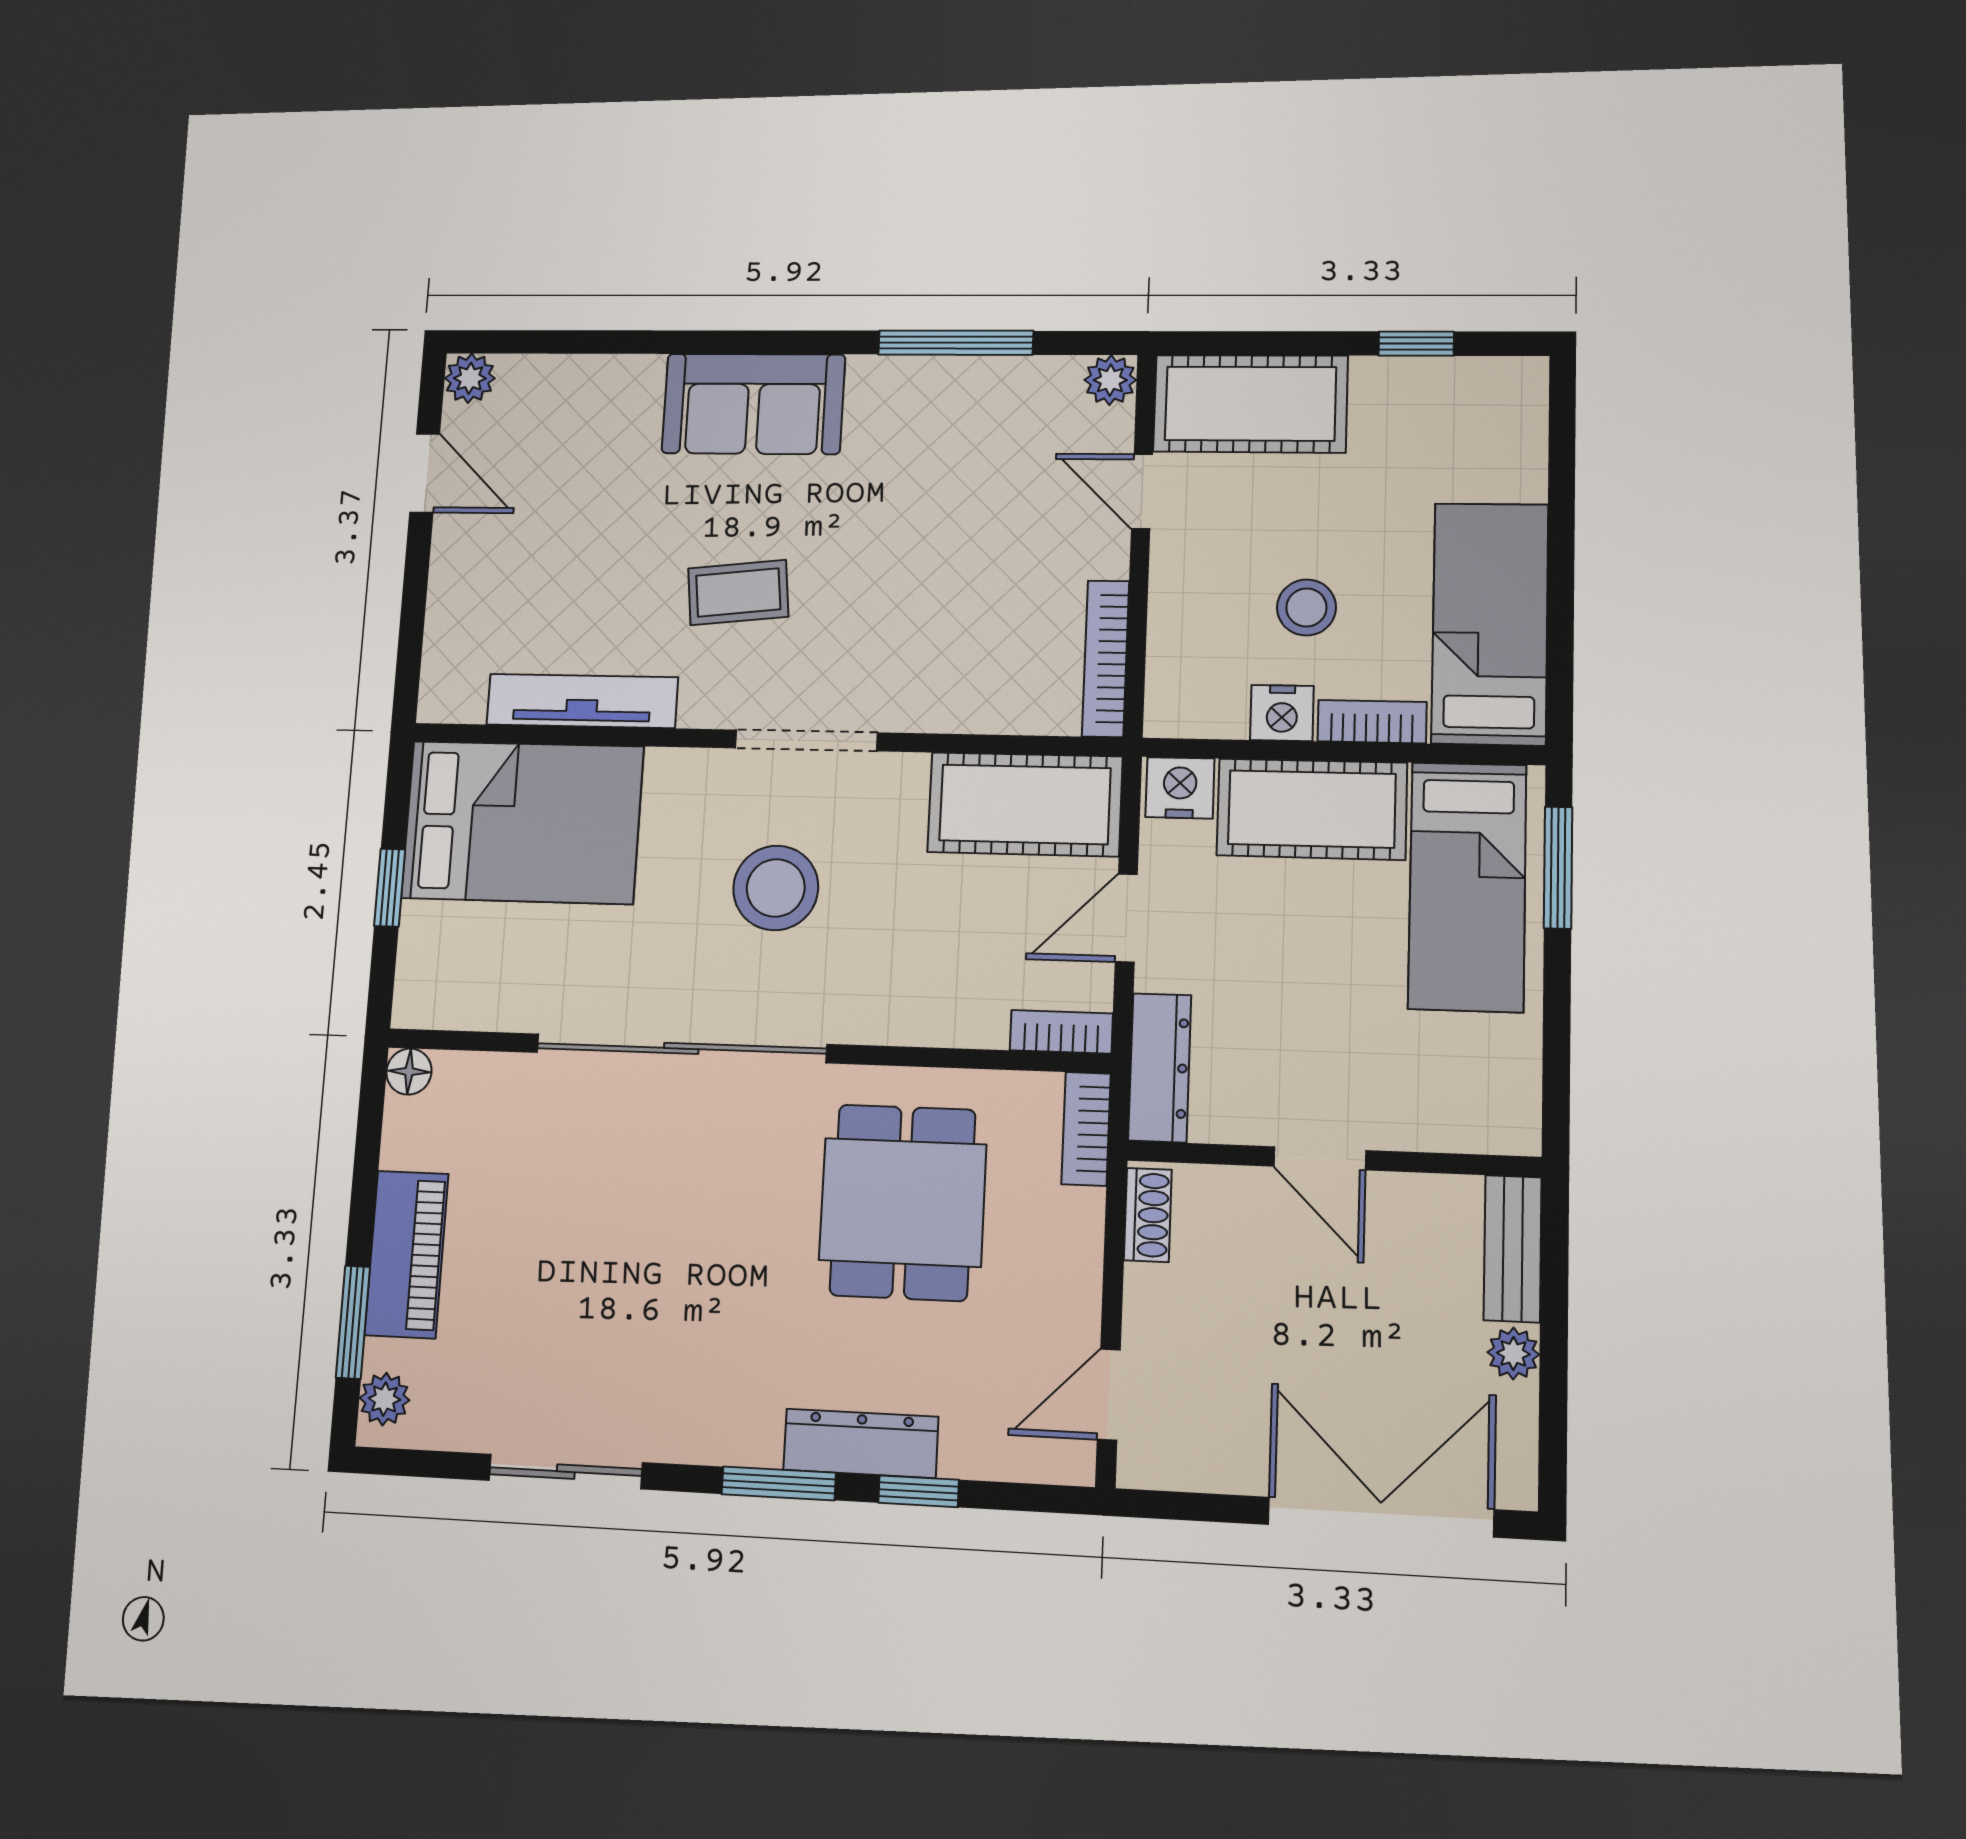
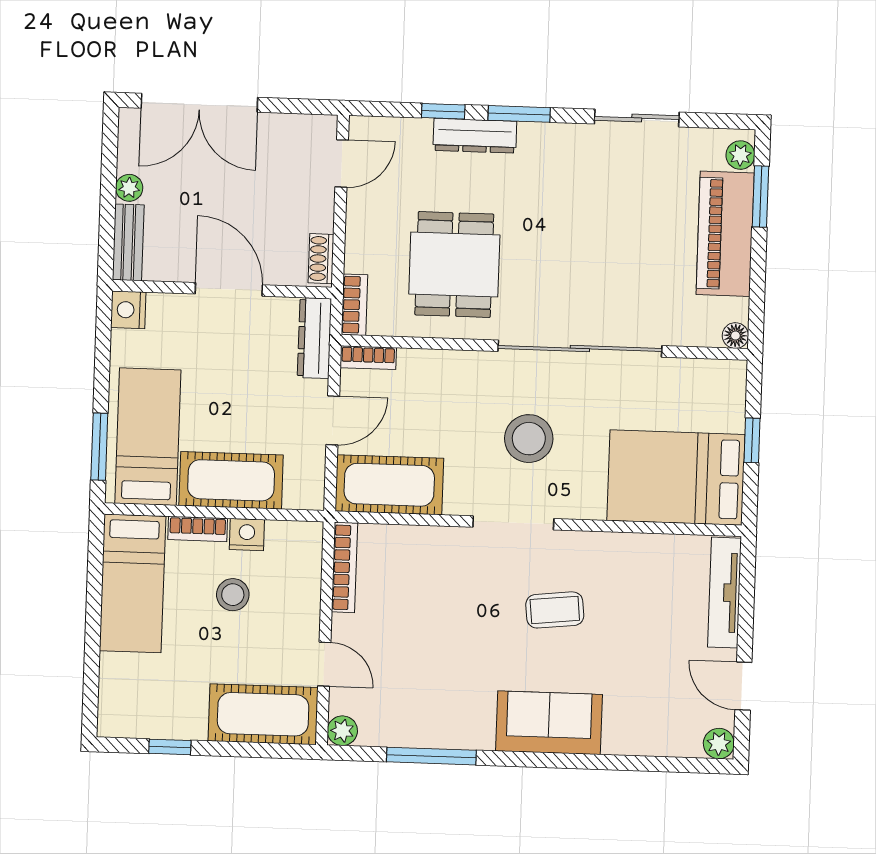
tv unit: (582, 701) -> (725, 593), moved, turned 90
nightstand: (1180, 788) -> (128, 310), moved, turned 90
door: (1320, 1158) -> (229, 289), width x1.38
piano: (407, 1254) -> (725, 234), width x1.37, depth x1.33

